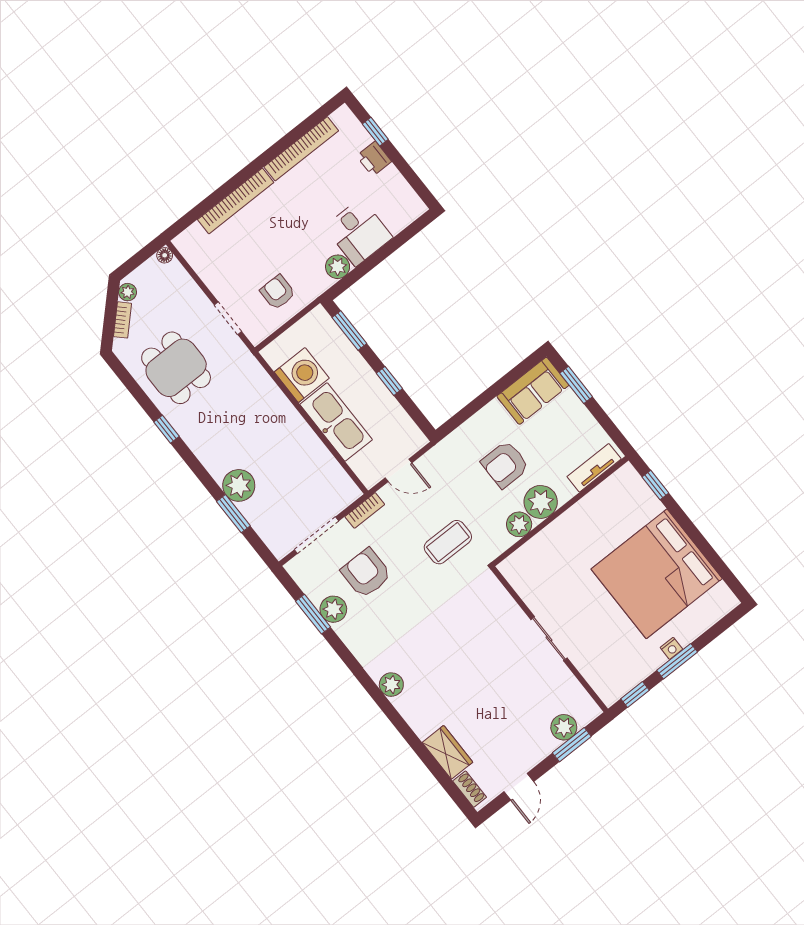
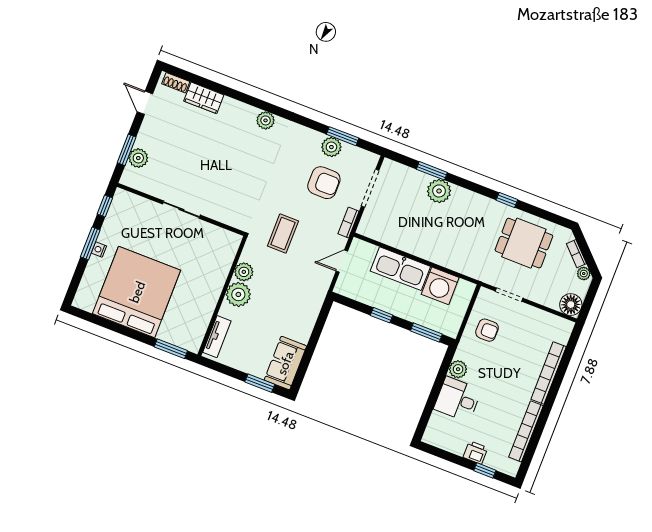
floor lamp: (165, 255) -> (571, 305), width x1.89, depth x1.89
armchair: (505, 464) -> (276, 305), removed
window: (655, 485) -> (171, 349), width x1.50

